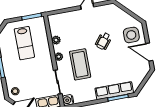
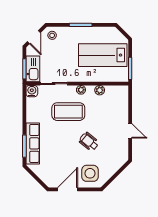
lab bench: (24, 43) -> (103, 55), width x1.36, depth x1.39

